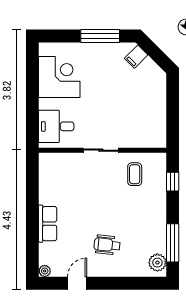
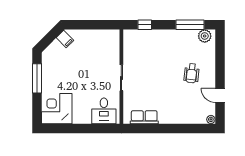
filing cabinet: (136, 57) -> (65, 39), moved
corner desk: (59, 77) -> (57, 109), moved
coffee table: (135, 174) -> (139, 53), removed
row of seats: (48, 224) -> (144, 117), moved

